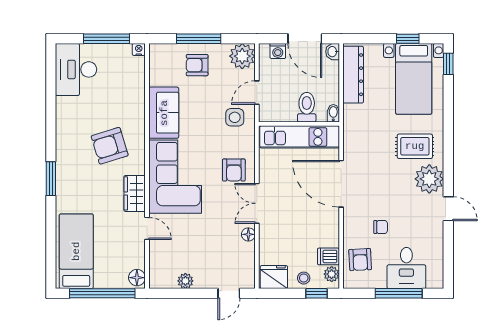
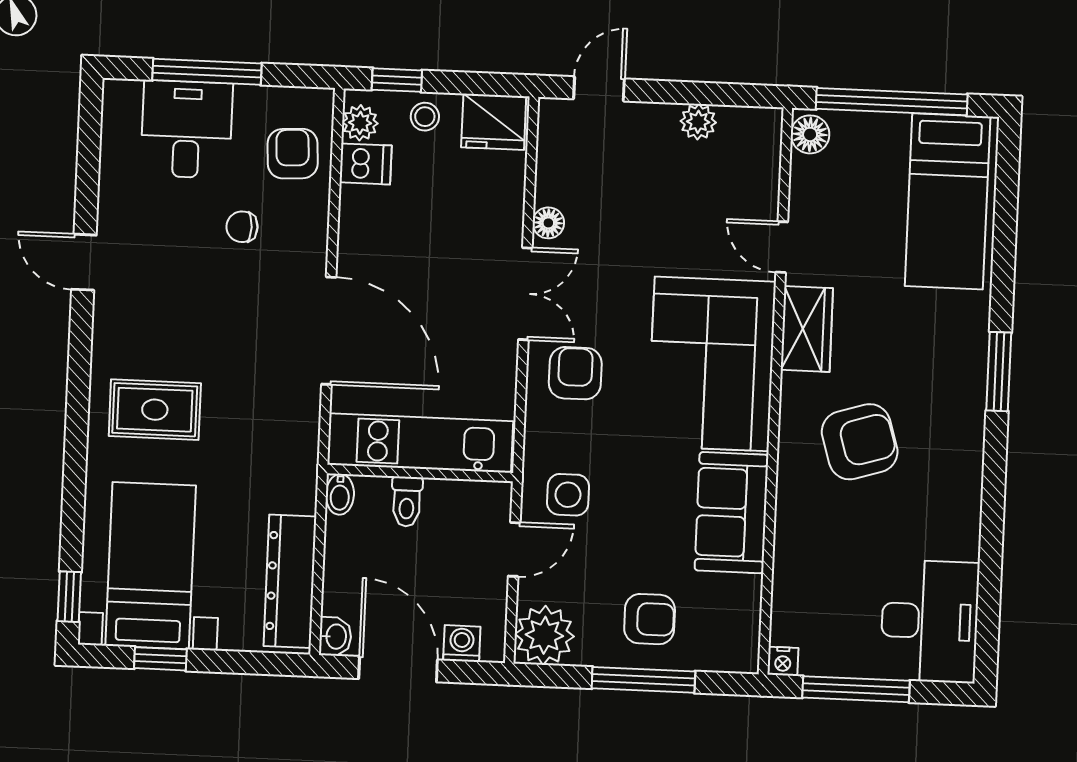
toilet: (307, 107) -> (407, 502), width x0.73, depth x0.72
plant: (429, 179) -> (125, 333), removed

